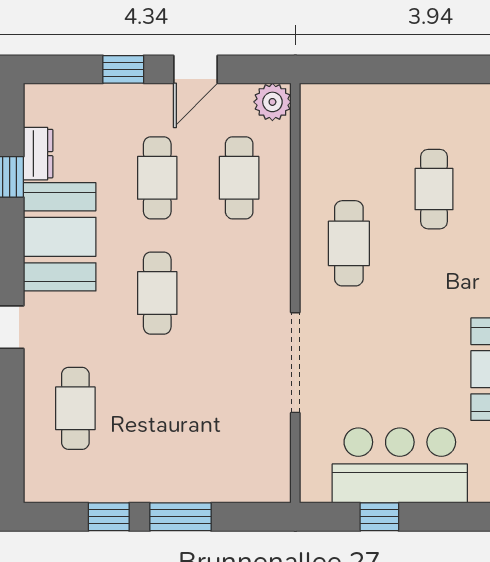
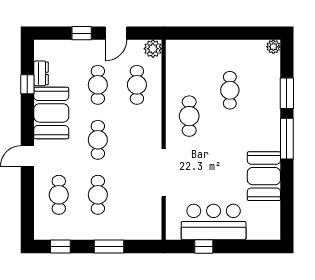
cafe table: (157, 408) -> (98, 195), added
window: (109, 517) -> (60, 247), moved

